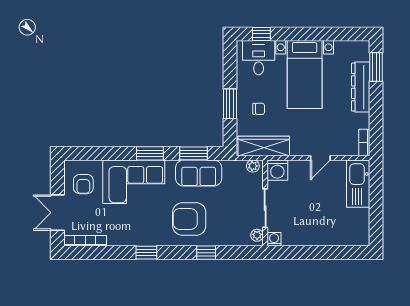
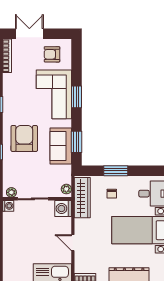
window: (150, 153) -> (76, 97), moved

